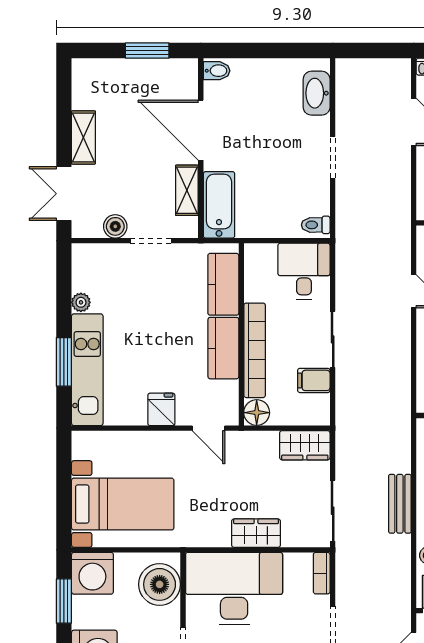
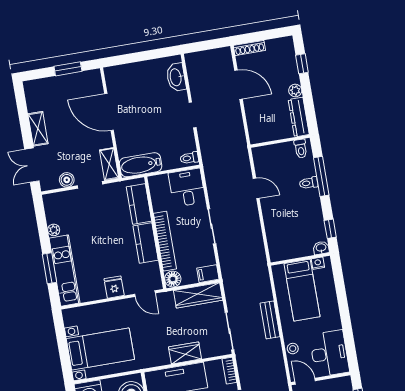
bidet: (217, 71) -> (112, 74), removed
shelving: (187, 190) -> (109, 164), moved
bathtub: (219, 205) -> (141, 165), moved, turned -90
filing cabinet: (314, 380) -> (208, 274), moved
wardrobe: (305, 445) -> (198, 295), width x1.50

